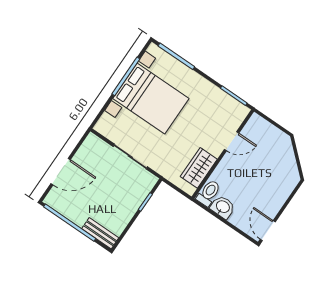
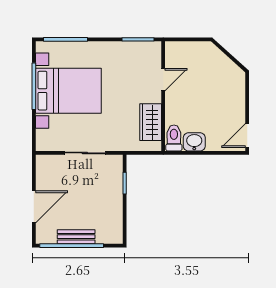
door: (268, 231) -> (247, 136), hinge flipped
bench: (100, 233) -> (76, 237), moved

